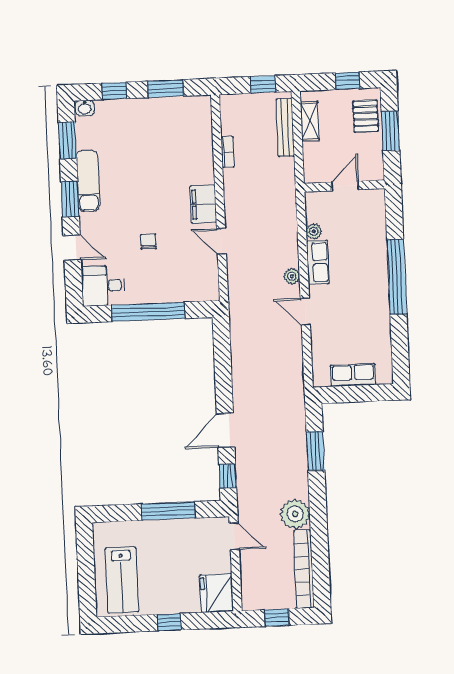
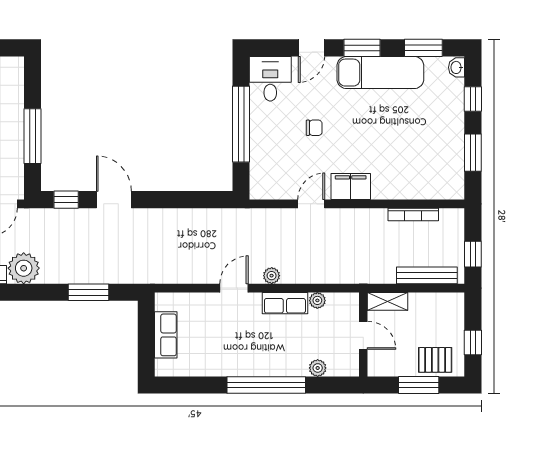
shelving: (310, 121) -> (388, 301), moved
bookcase: (228, 152) -> (413, 214), width x1.56
exam couch: (88, 181) -> (380, 73), width x1.36, depth x1.45
plant: (378, 228) -> (318, 368), added

